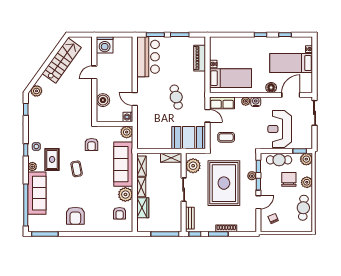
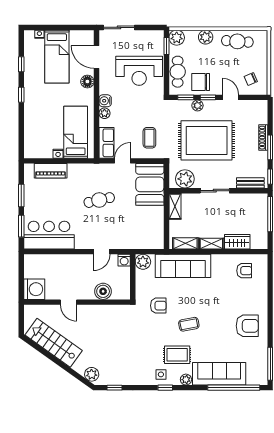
chair: (289, 179) -> (201, 82), moved
plant: (125, 194) -> (221, 263), removed

